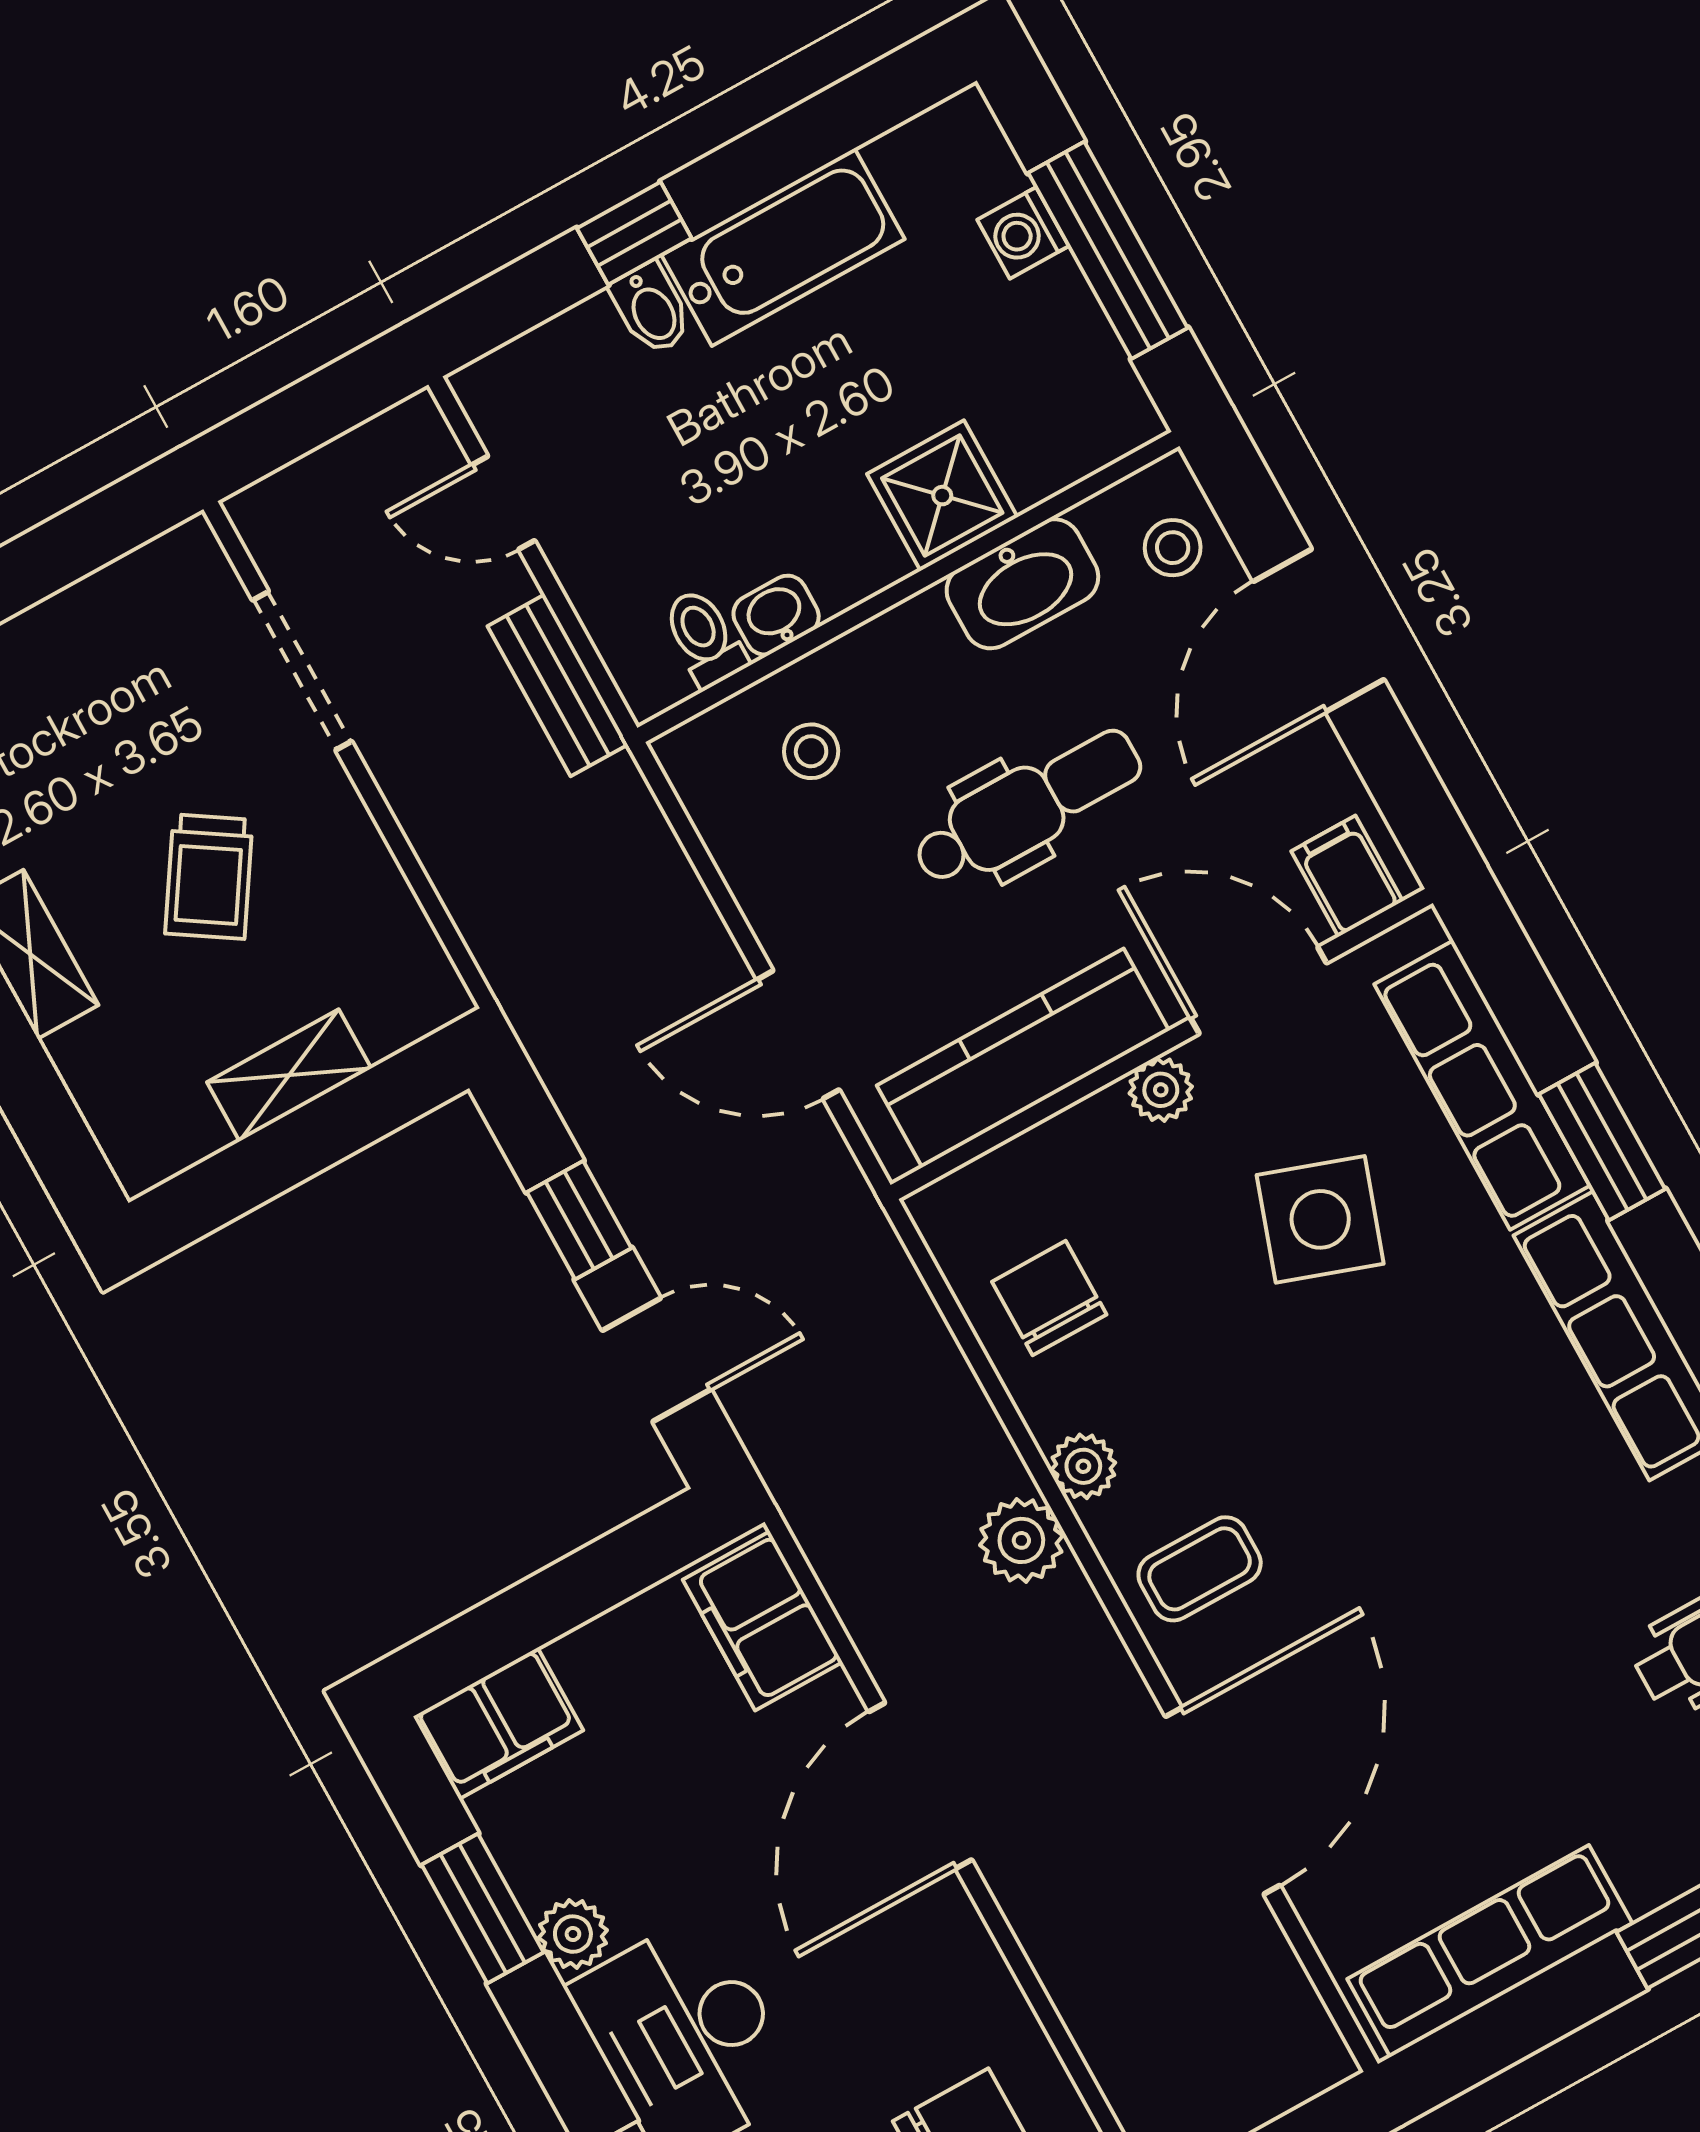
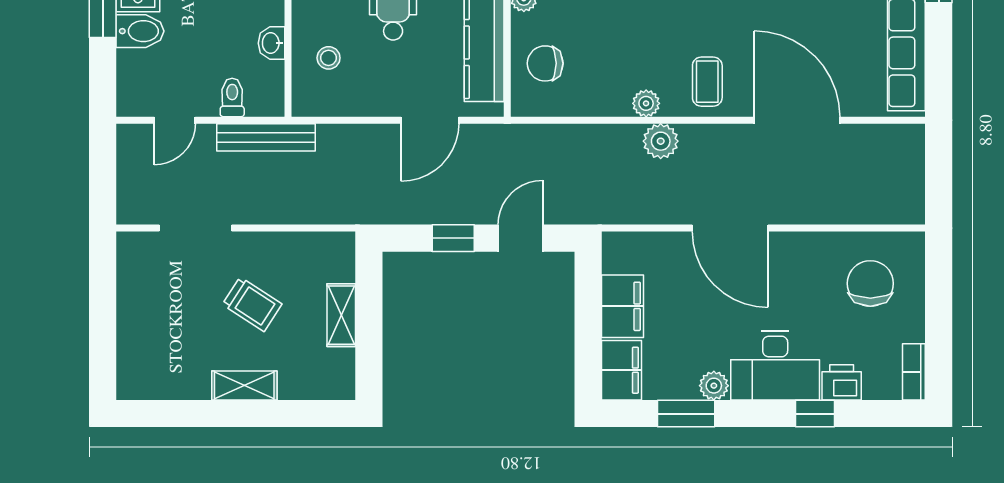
bidet: (651, 309) -> (140, 31), width x1.38, depth x1.36
toilet: (704, 638) -> (232, 97), moved, turned 90
bench: (558, 685) -> (266, 137), width x1.36
chair: (1049, 1298) -> (545, 63), moved
filing cabinet: (763, 1621) -> (622, 306), moved, turned -90

